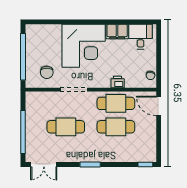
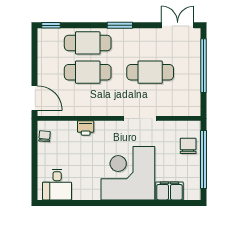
filing cabinet: (117, 32) -> (169, 191), moved
chair: (47, 72) -> (188, 146), moved
cafe table: (116, 103) -> (88, 43), moved

